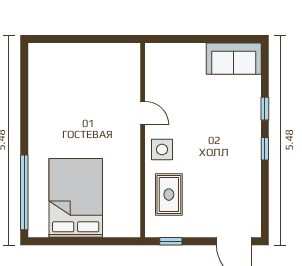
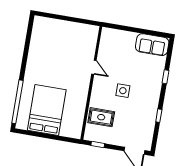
side table: (162, 149) -> (123, 91), moved
window: (265, 149) -> (159, 116), moved
rug: (169, 195) -> (101, 117), turned 90

